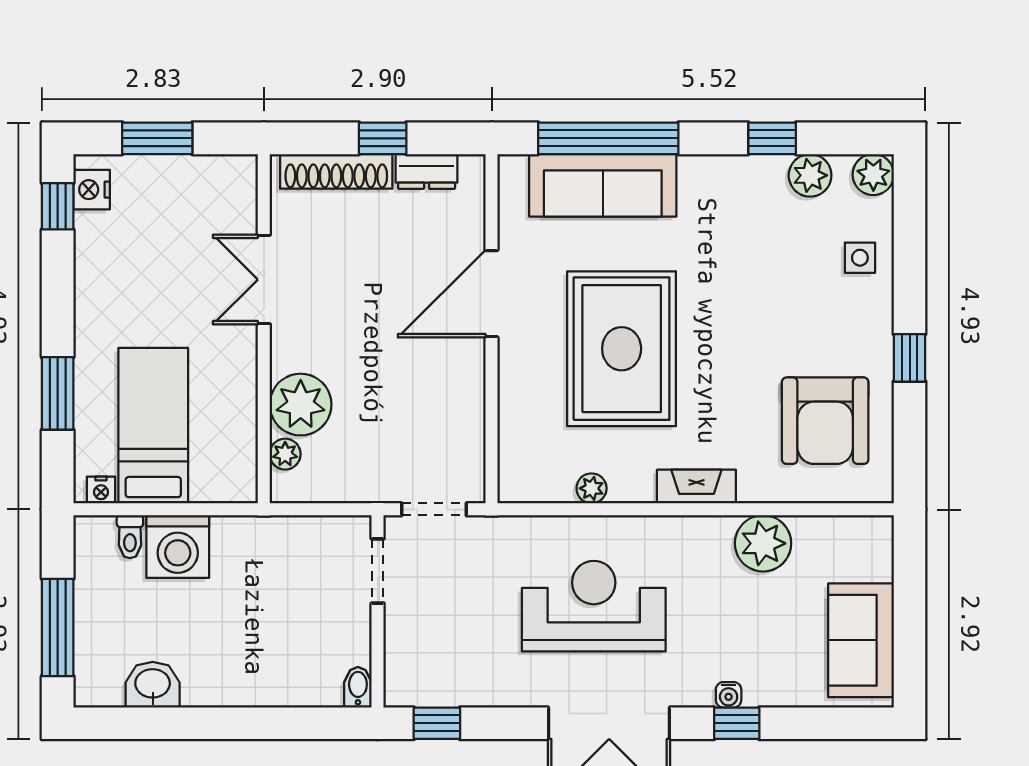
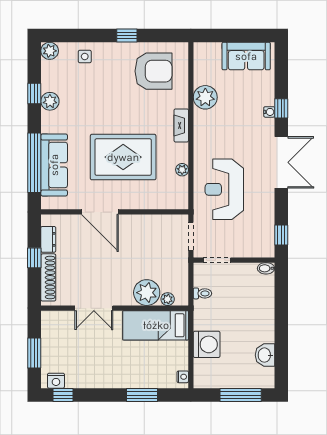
plant: (810, 175) -> (50, 101), moved
bed: (153, 426) -> (156, 325), moved
toilet: (130, 537) -> (202, 293), moved
reception desk: (594, 606) -> (224, 189), moved

